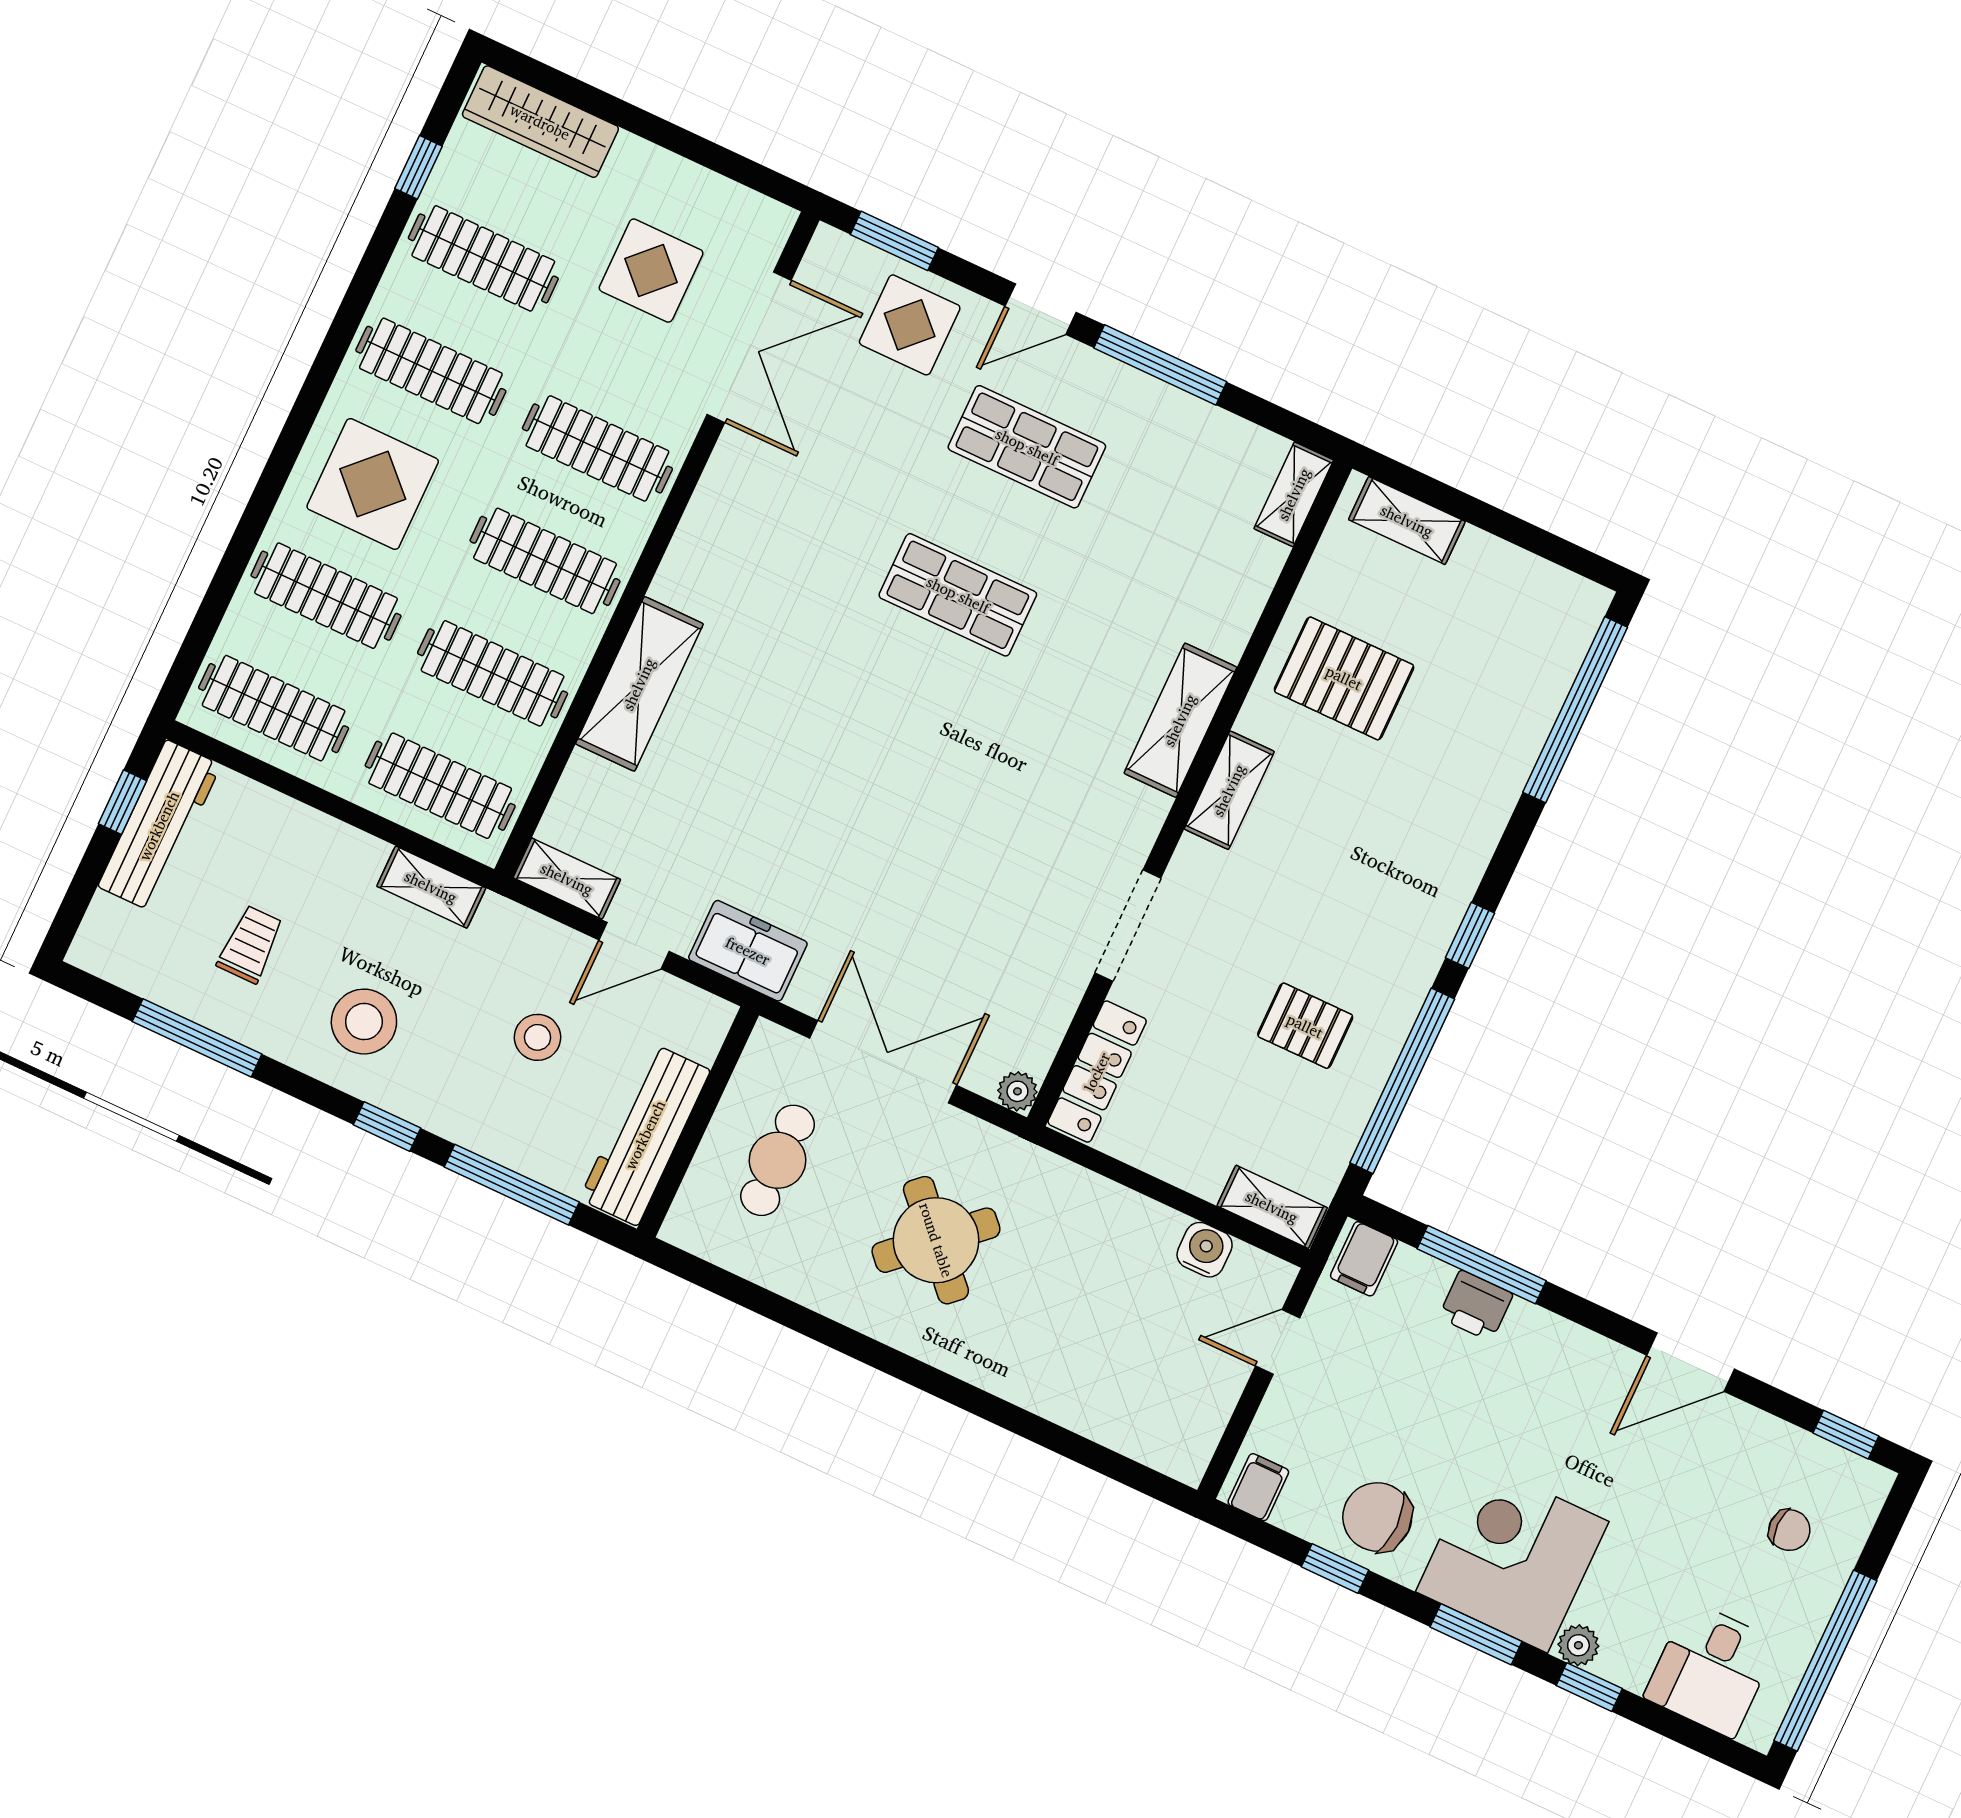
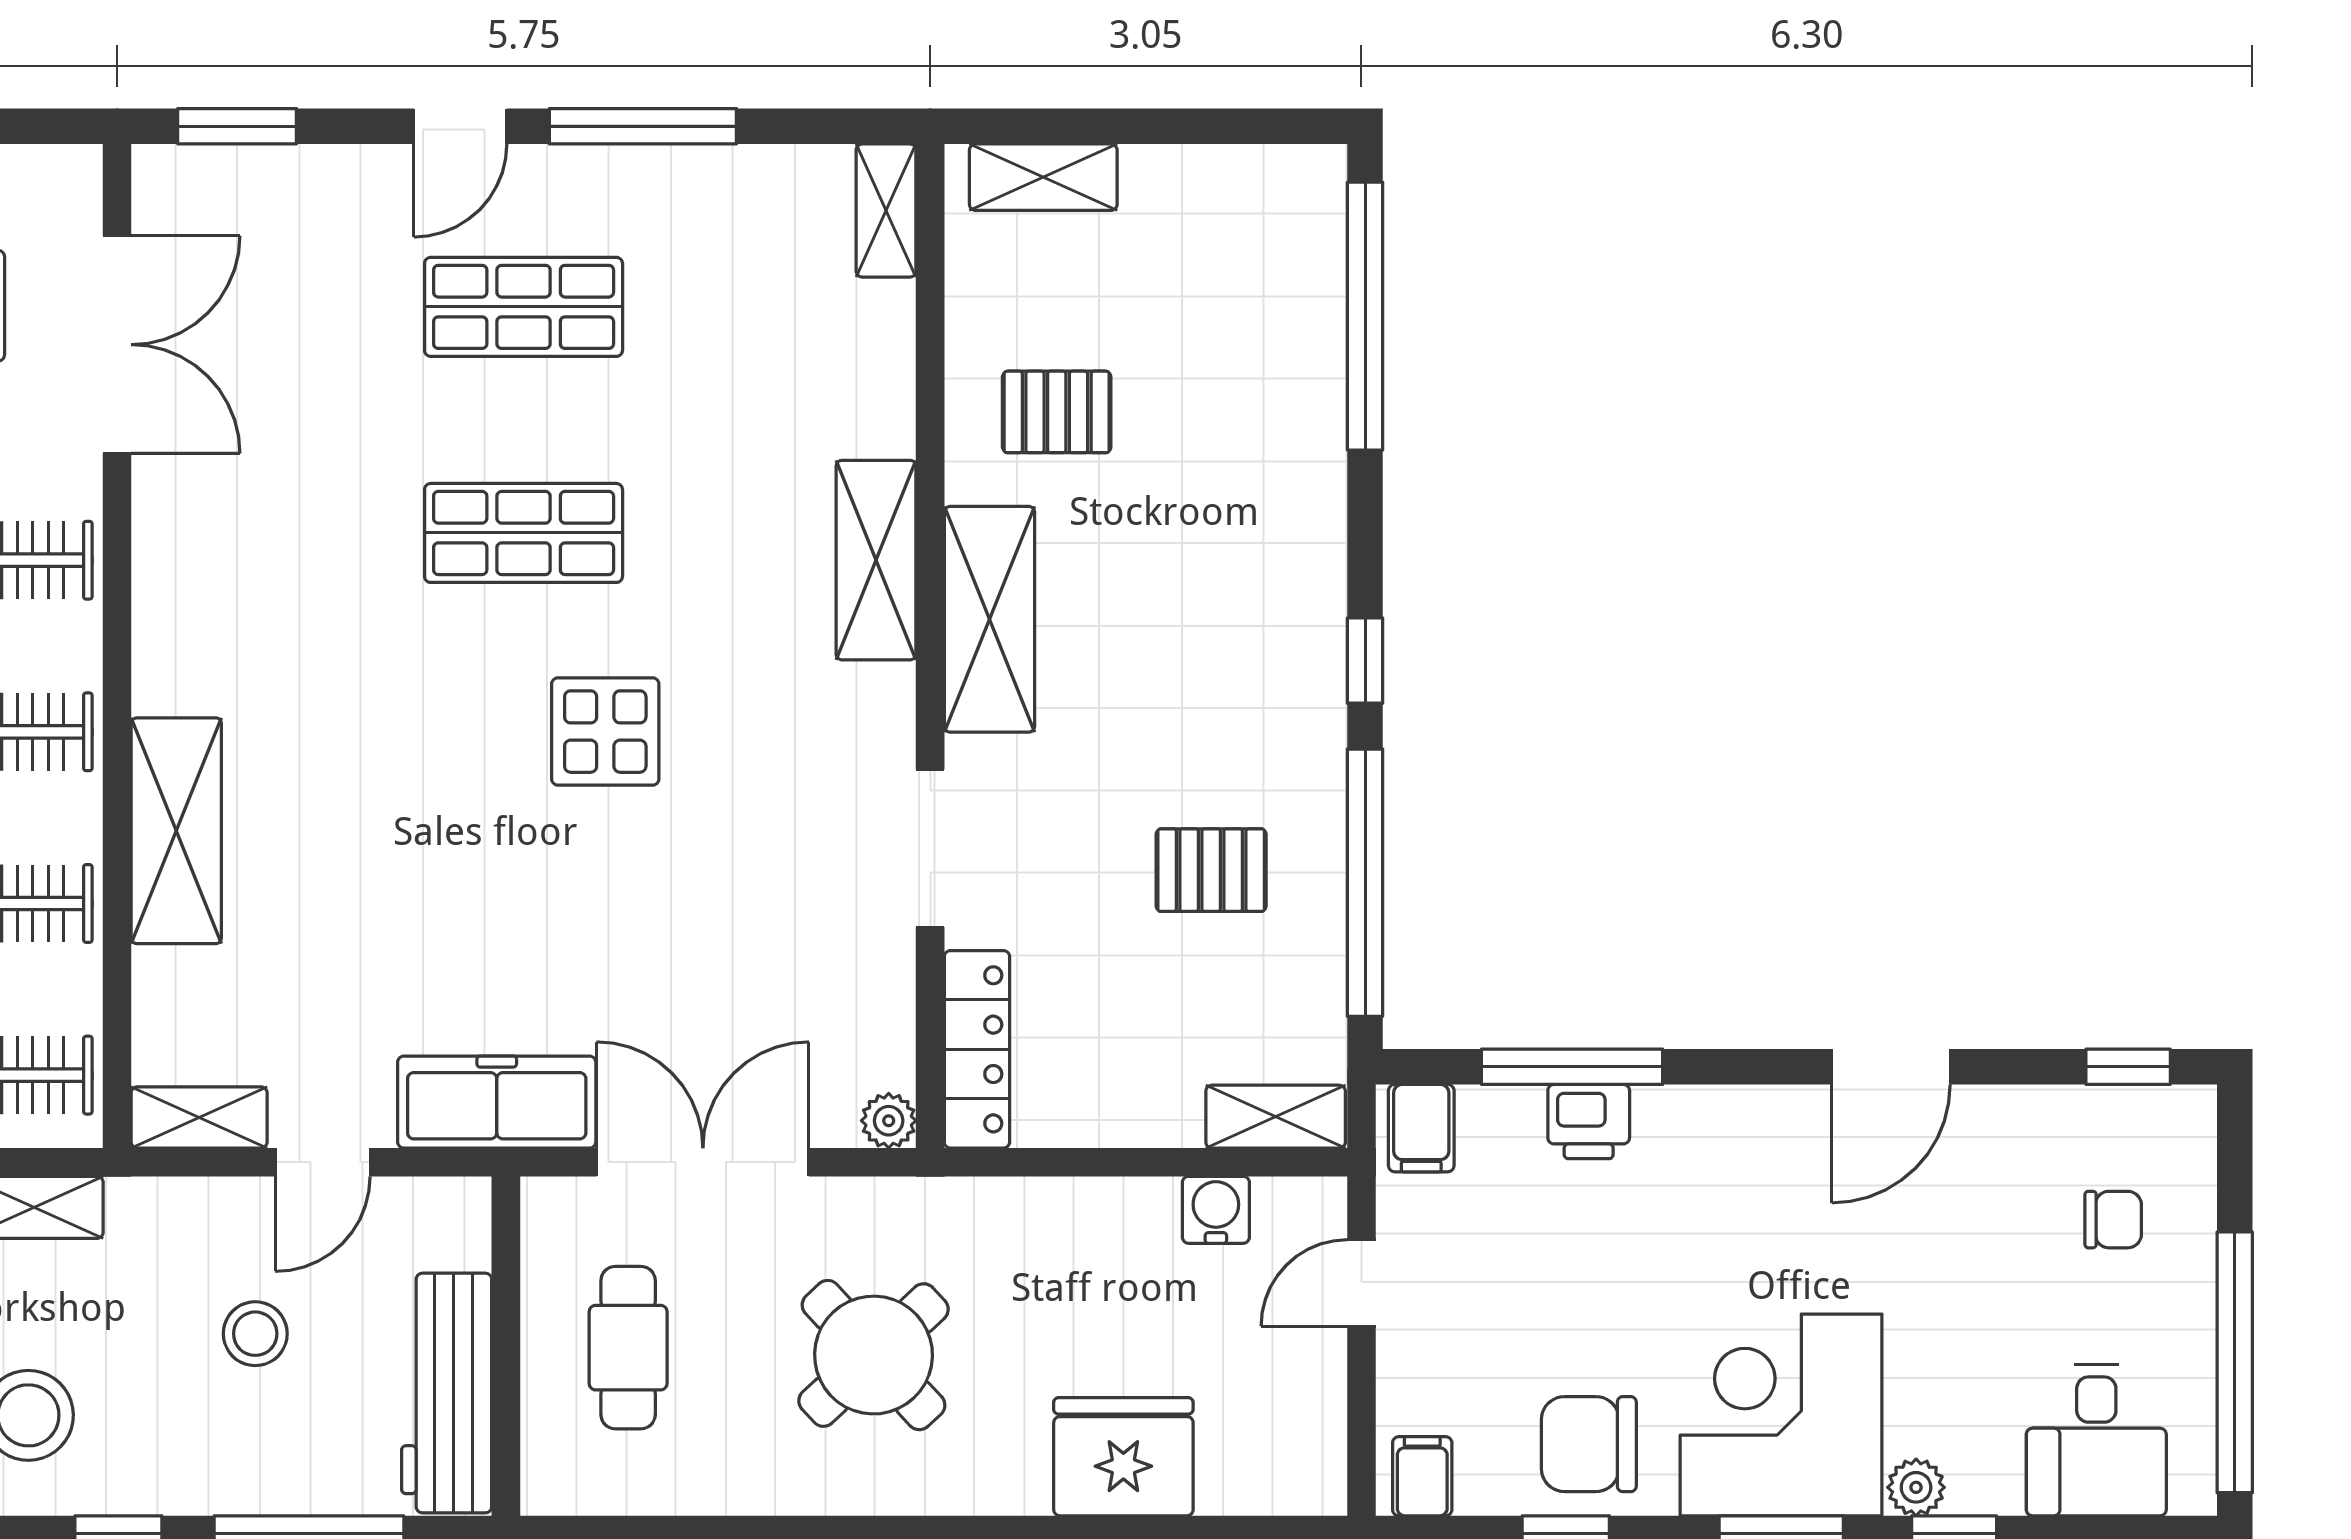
display table: (910, 325) -> (605, 732), moved
pallet: (1344, 678) -> (1057, 412), width x0.67, depth x0.71
shelving: (1229, 790) -> (989, 619), width x1.50, depth x1.33
freezer: (748, 951) -> (497, 1102), width x1.40
fridge: (1069, 1383) -> (1123, 1457), added

